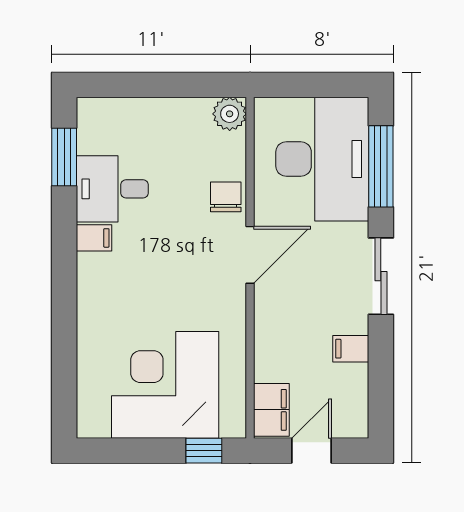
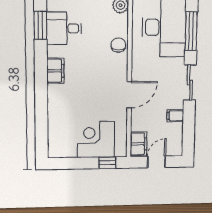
desk: (112, 189) -> (64, 28), moved
filing cabinet: (94, 238) -> (55, 71), width x2.00
door: (250, 255) -> (129, 95), moved
corner desk: (165, 385) -> (96, 139), width x0.74, depth x0.74

